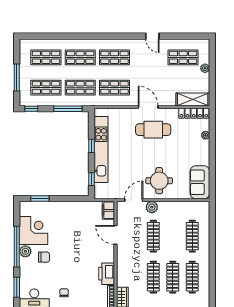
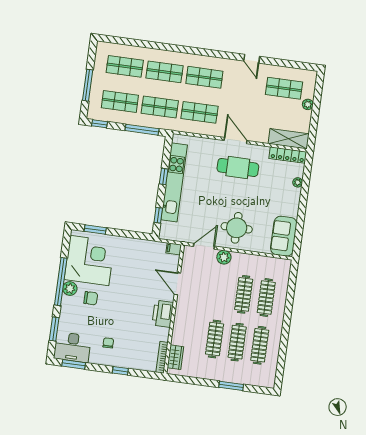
filing cabinet: (108, 210) -> (174, 249), width x0.50
corner desk: (33, 230) -> (89, 260), width x1.36, depth x1.36
clothes rail: (153, 236) -> (244, 294), moved
printer: (107, 274) -> (163, 314), moved

